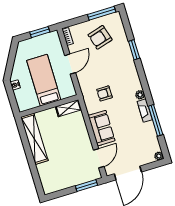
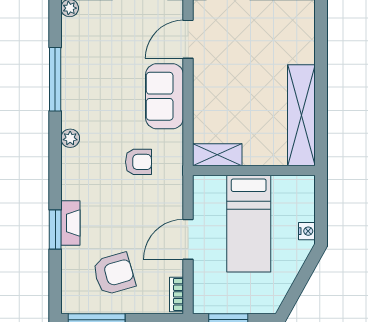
fireplace: (145, 111) -> (70, 223), moved

